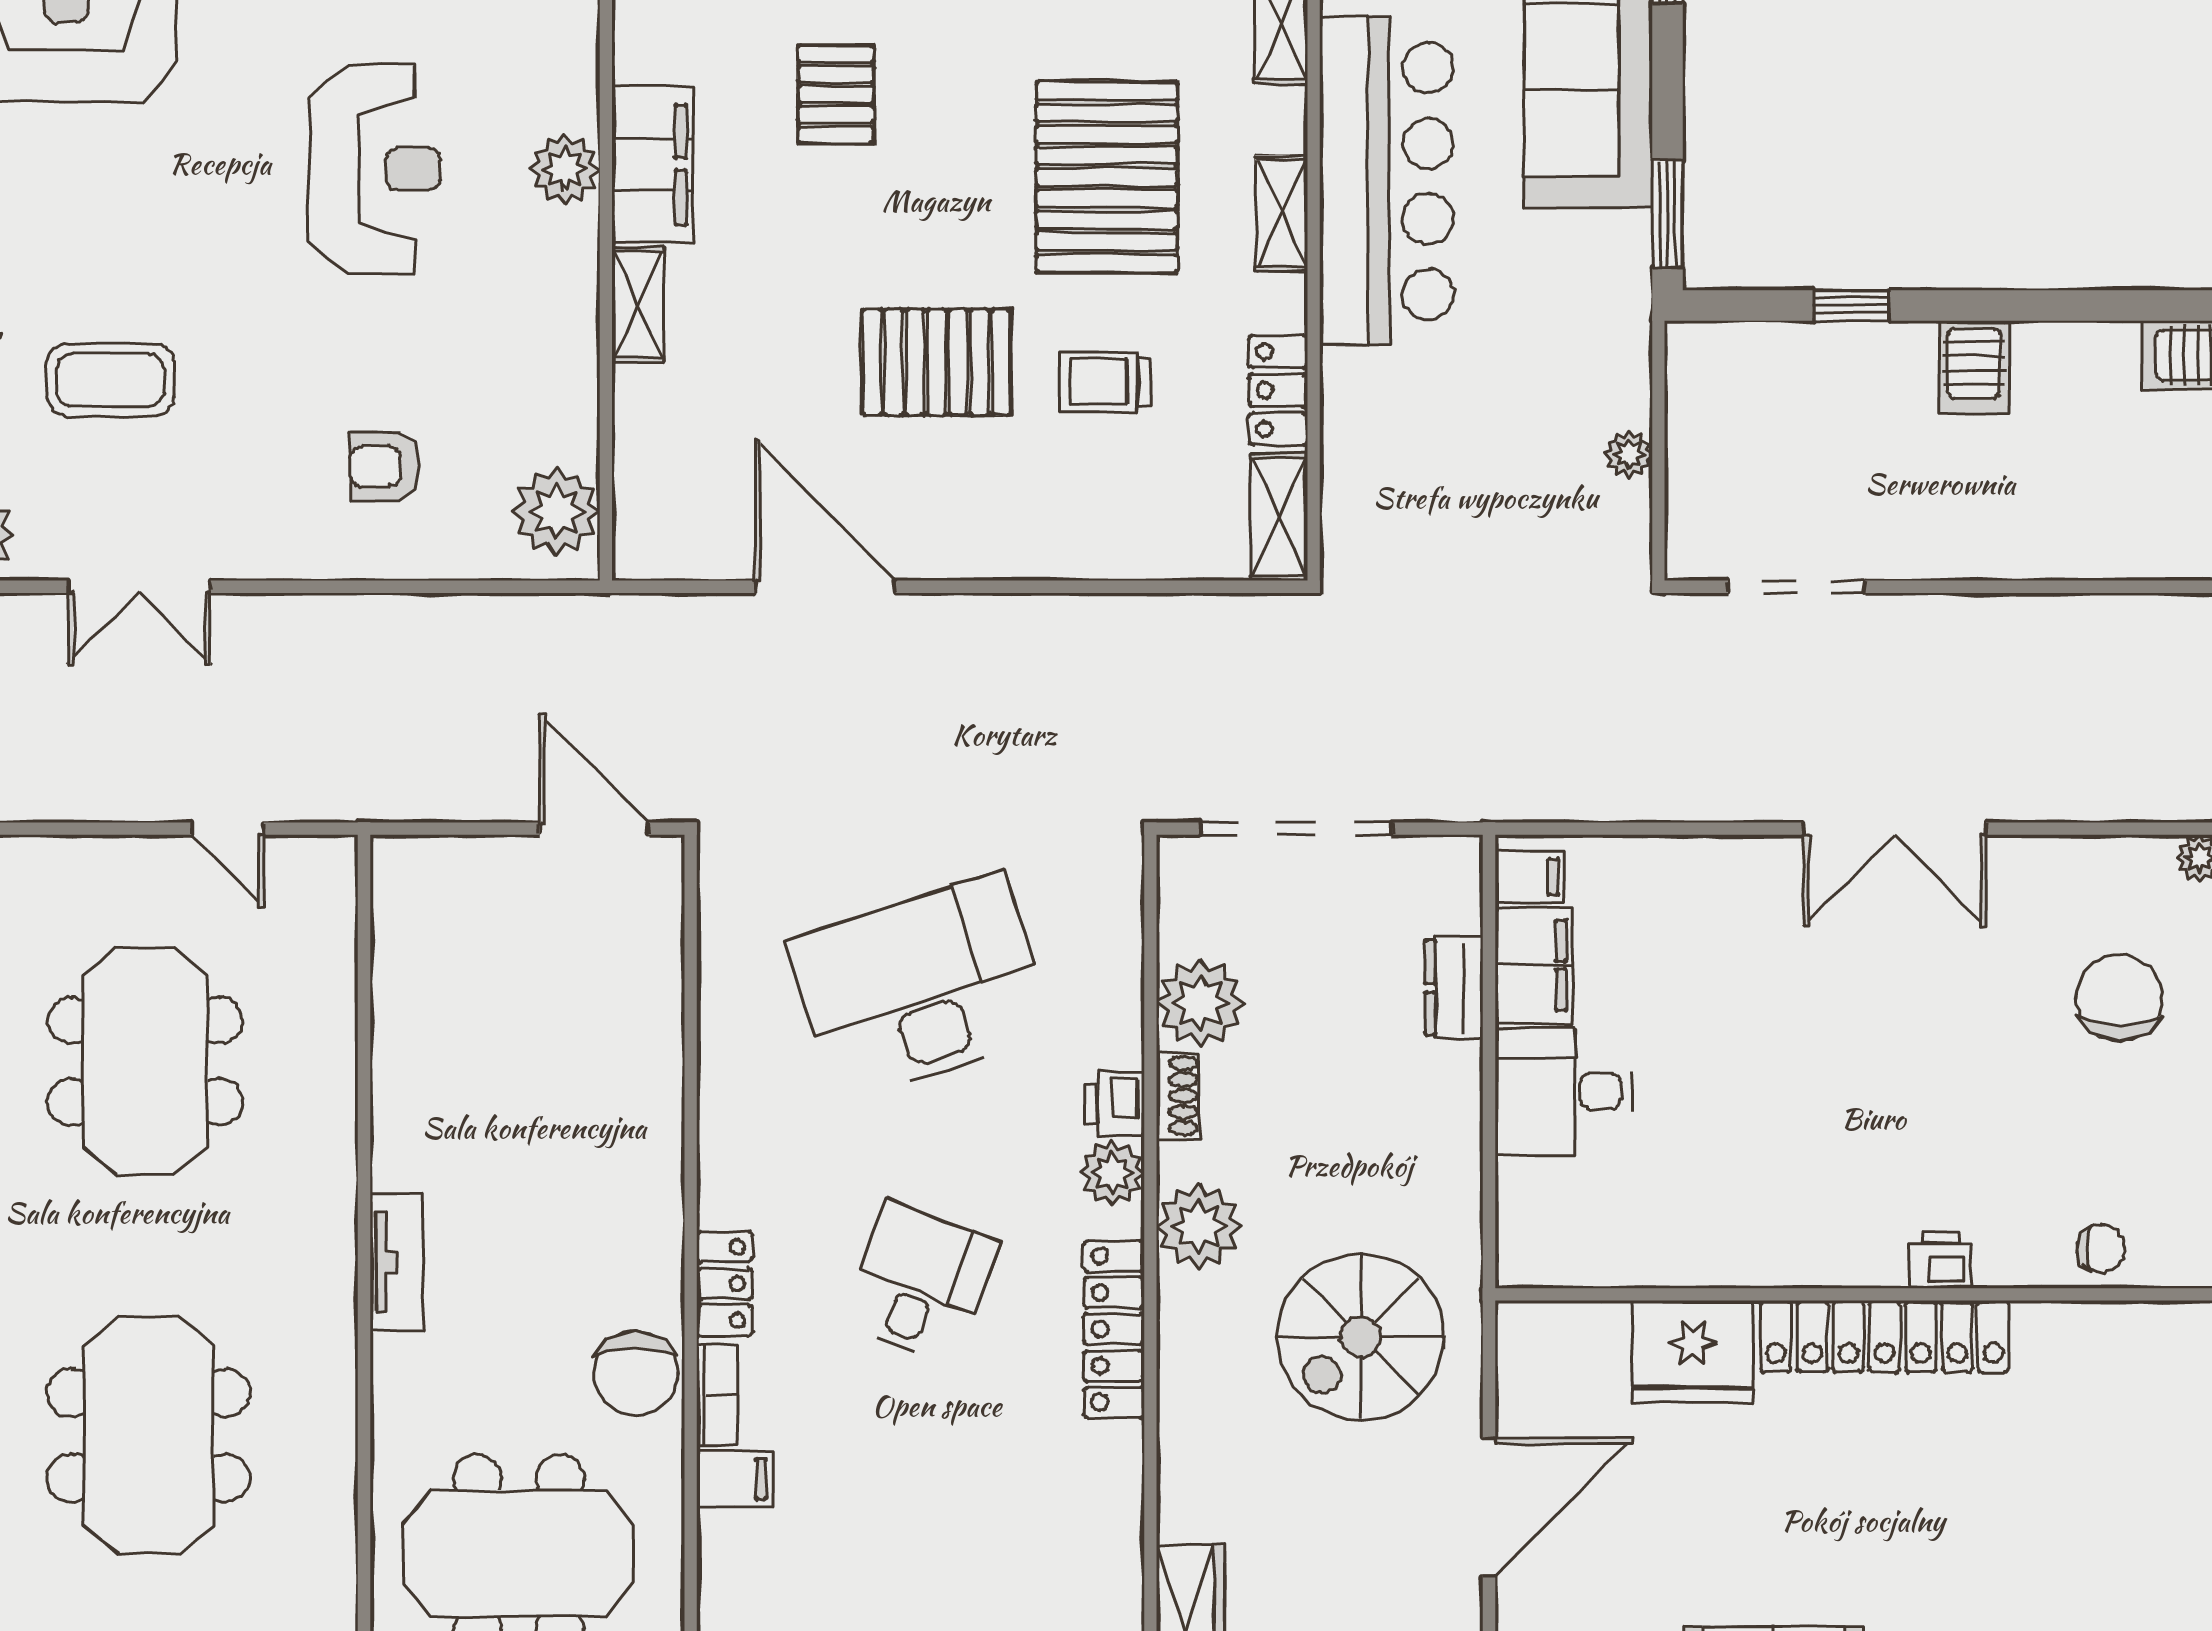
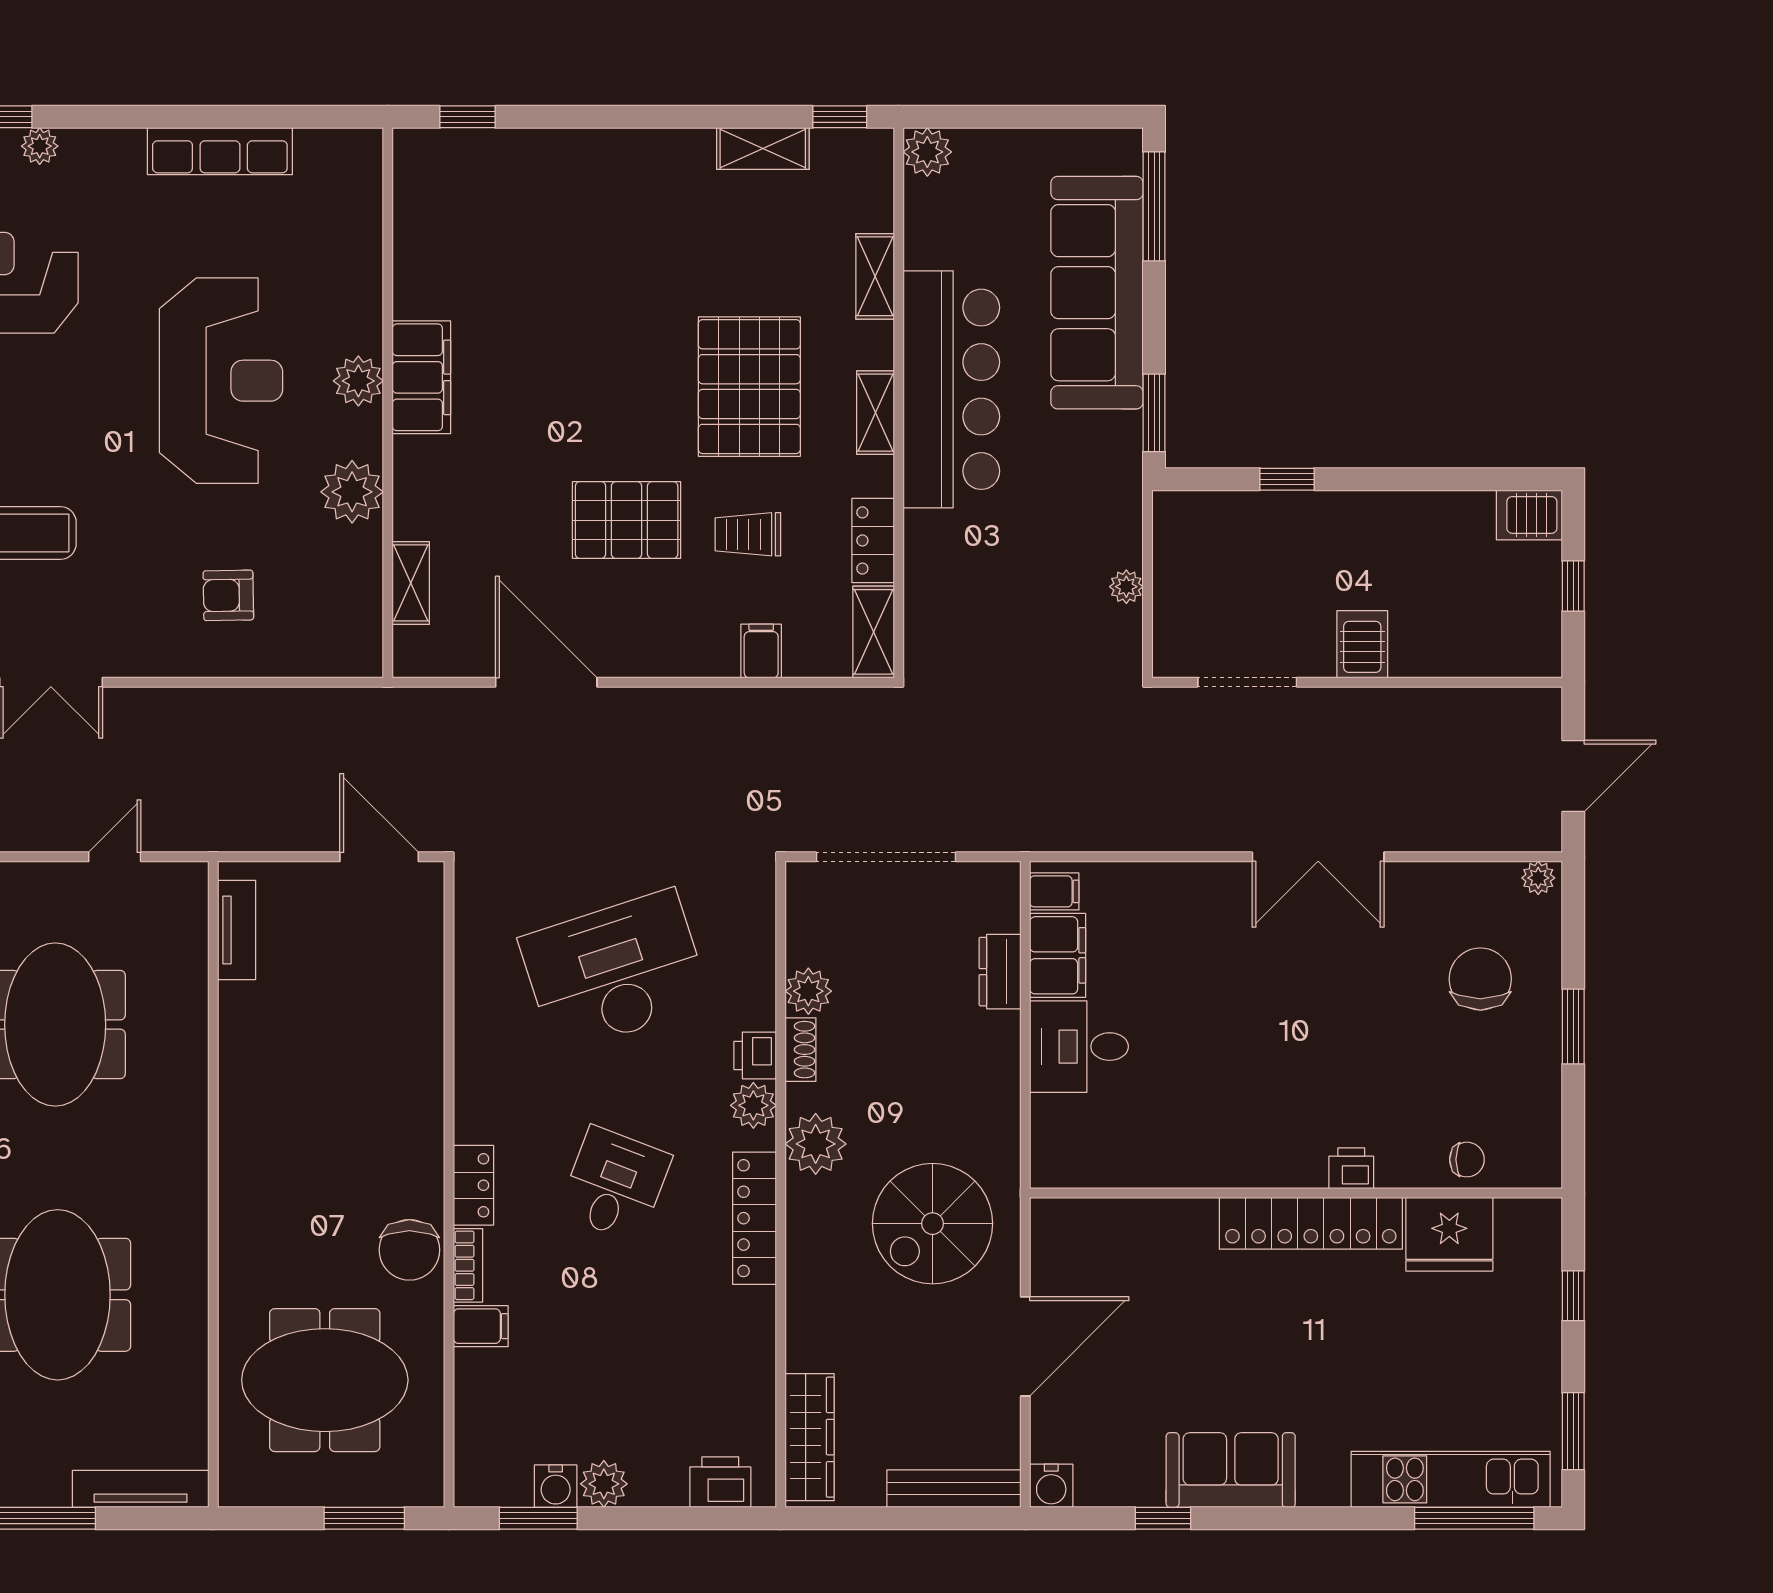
pallet: (836, 94) -> (554, 327), removed
reception desk: (375, 169) -> (221, 381), width x1.36, depth x1.30
shelving: (638, 305) -> (411, 583), moved
server rack: (1974, 367) -> (1362, 644), moved, turned 180
plant: (556, 511) -> (352, 492), moved
filing cabinet: (1123, 543) -> (761, 651), added
door: (228, 829) -> (115, 857), swing flipped
plant: (1200, 1003) -> (808, 991), width x0.73, depth x0.73
tv unit: (396, 1262) -> (237, 930), moved
fridge: (1693, 1352) -> (1449, 1234), moved

